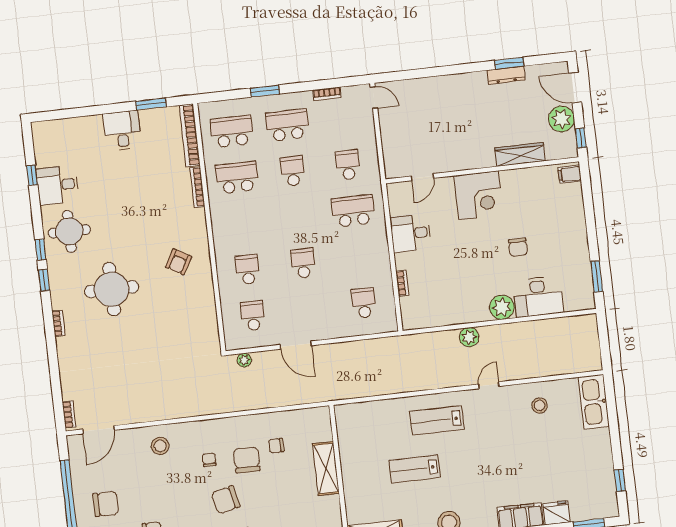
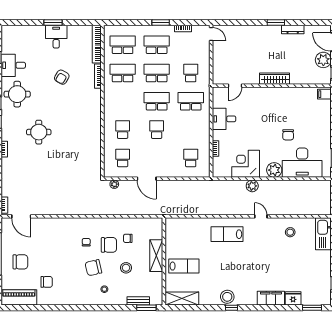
window: (509, 63) -> (276, 23), moved
window: (265, 91) -> (161, 23), moved
window: (151, 104) -> (53, 23), moved
wardrobe: (520, 154) -> (275, 79), moved
school desk: (293, 171) -> (157, 73), width x1.85
corner desk: (479, 195) -> (246, 164), moved, turned 180
school desk: (298, 217) -> (157, 101), added
armchair: (179, 262) -> (62, 77), moved
round table: (112, 289) -> (39, 132), width x0.73, depth x0.73
desk: (538, 297) -> (302, 163), width x1.36, depth x1.30
door: (489, 385) -> (261, 216), hinge flipped
door: (99, 430) -> (21, 216), hinge flipped
stool: (160, 446) -> (126, 268), moved
chair: (247, 460) -> (109, 245), turned 90
lab bench: (415, 469) -> (184, 266), moved, turned 180

